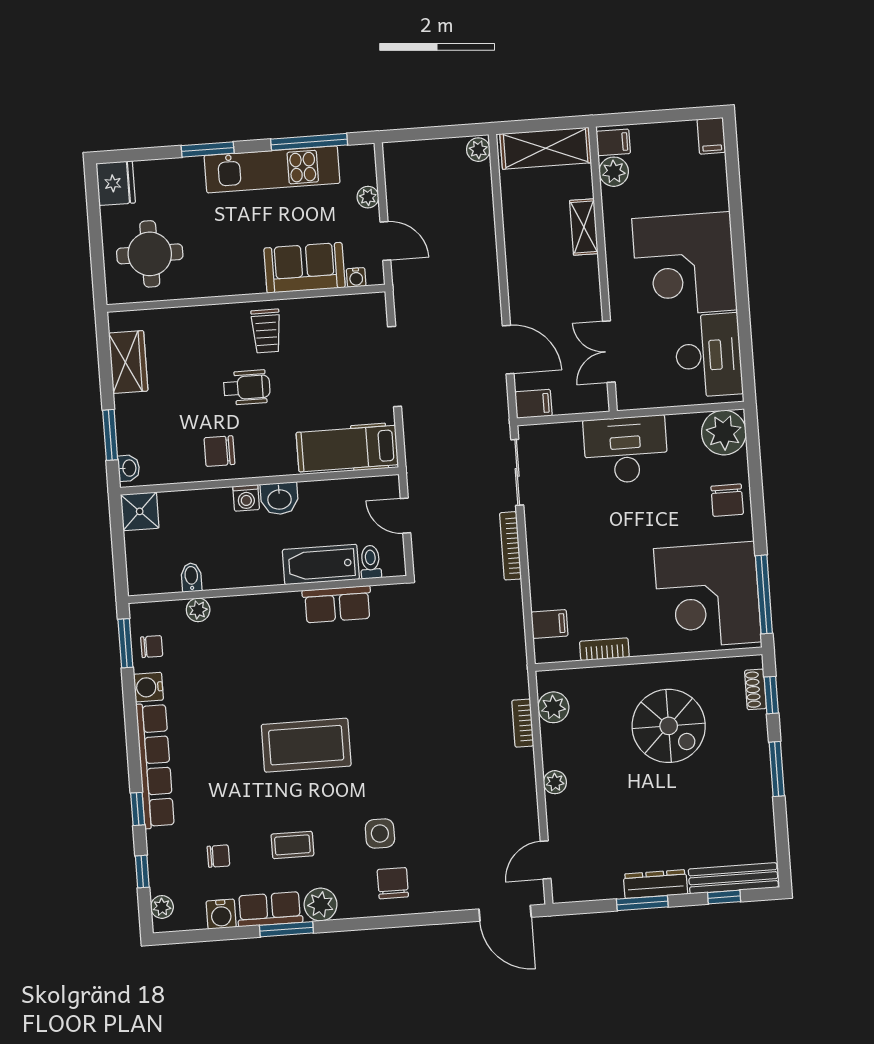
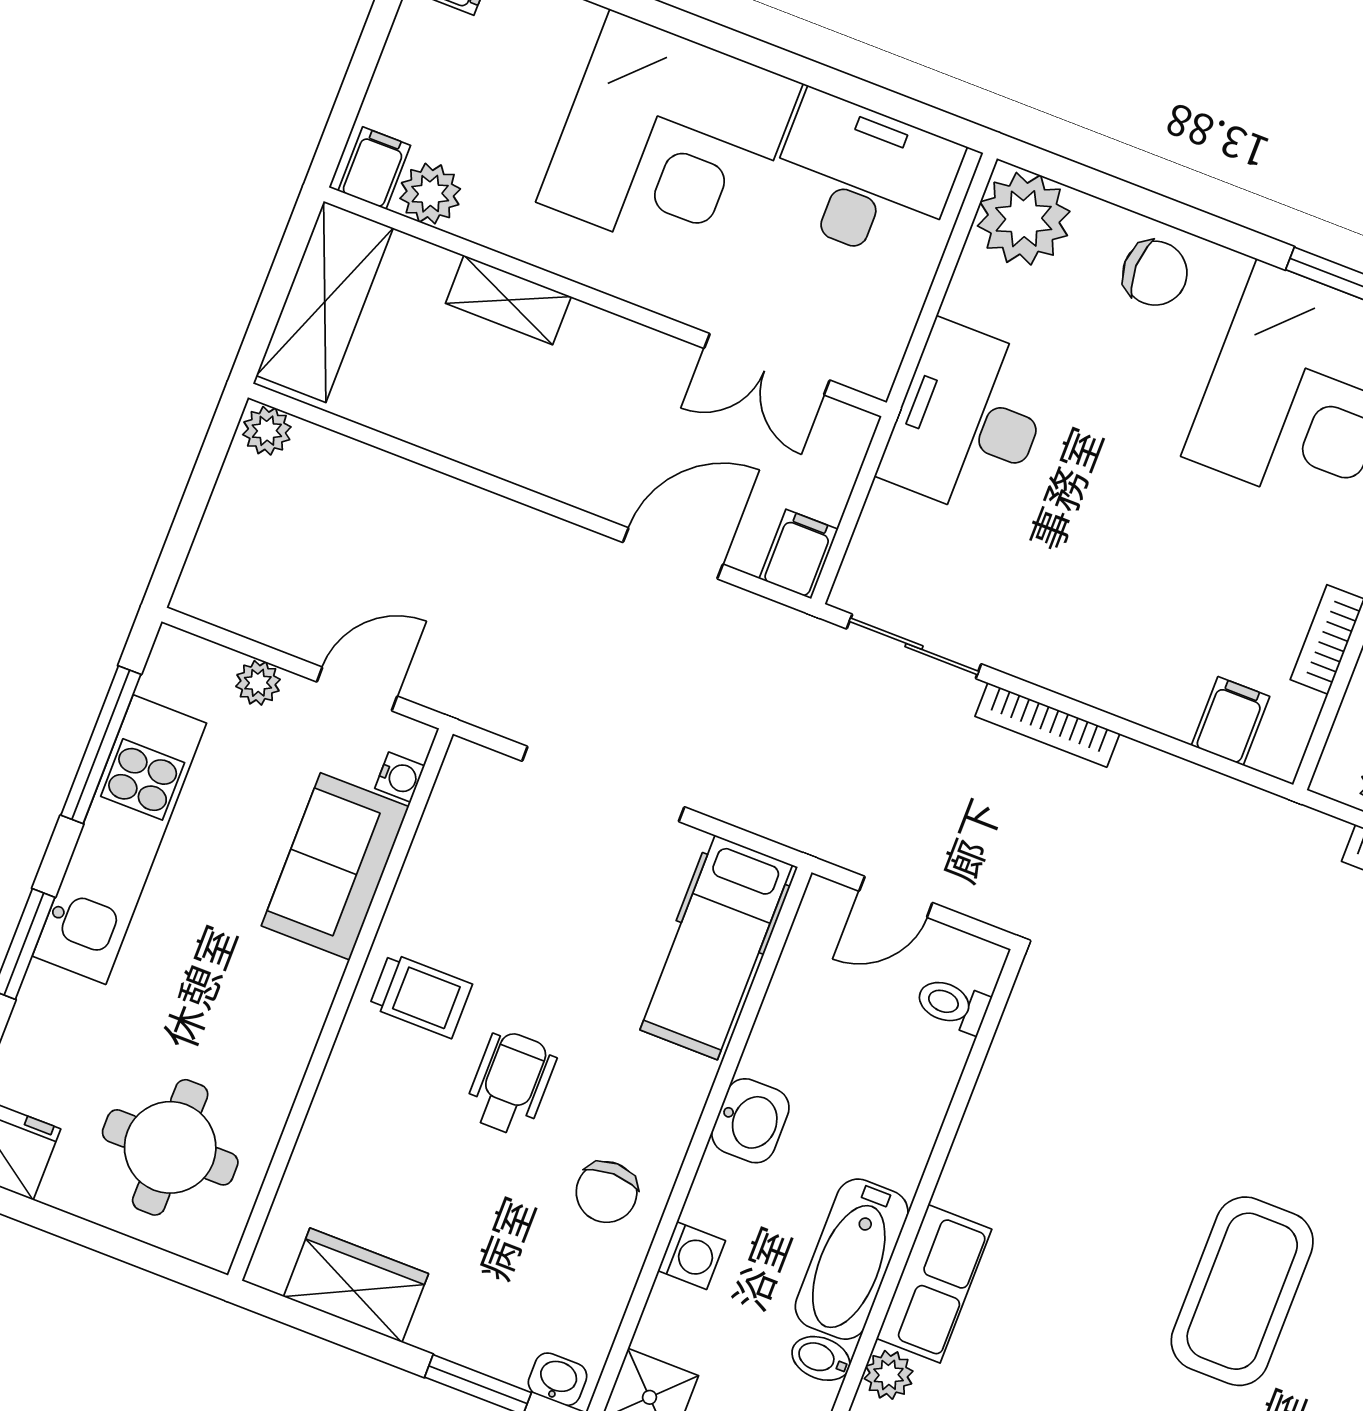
washing machine: (246, 498) -> (692, 1256), moved
bathtub: (321, 564) -> (852, 1259), moved
row of seats: (337, 604) -> (934, 1284), moved

